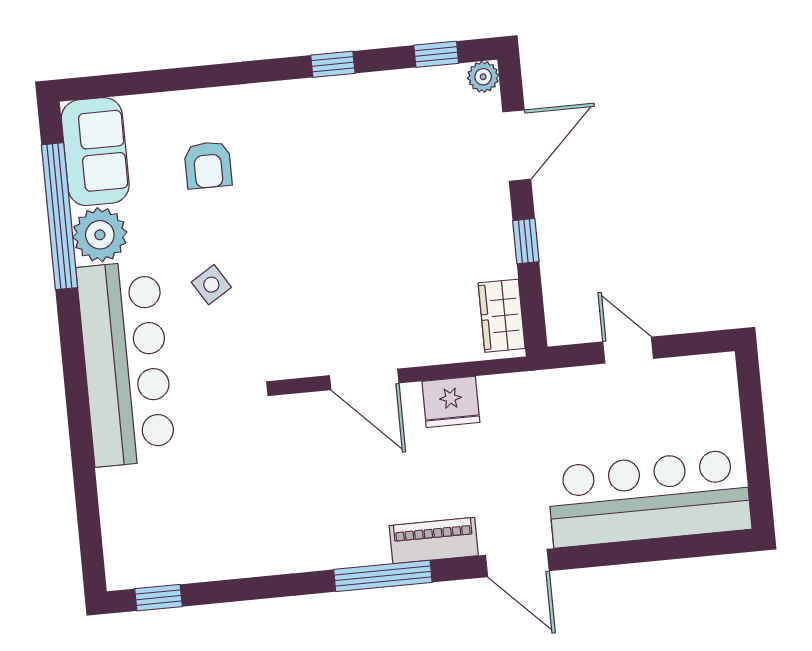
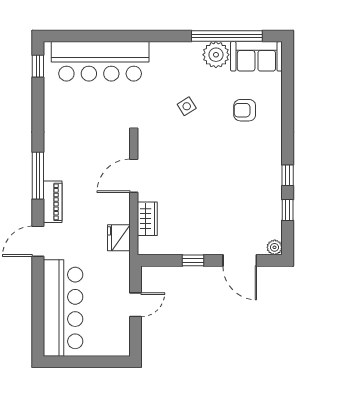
window: (436, 54) -> (288, 210), moved
wardrobe: (502, 316) -> (147, 219), moved, turned 90
bar counter: (126, 364) -> (100, 61), moved
fridge: (451, 402) -> (119, 238), moved

